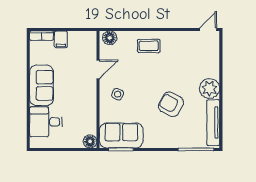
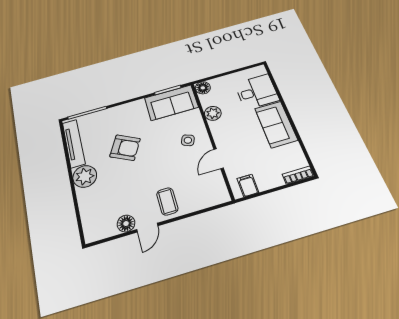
door: (208, 29) -> (147, 228), moved
floor lamp: (110, 38) -> (126, 224), moved
filing cabinet: (61, 39) -> (248, 185), moved
coffee table: (149, 46) -> (167, 201), turned 90
plant: (89, 113) -> (213, 113), added

